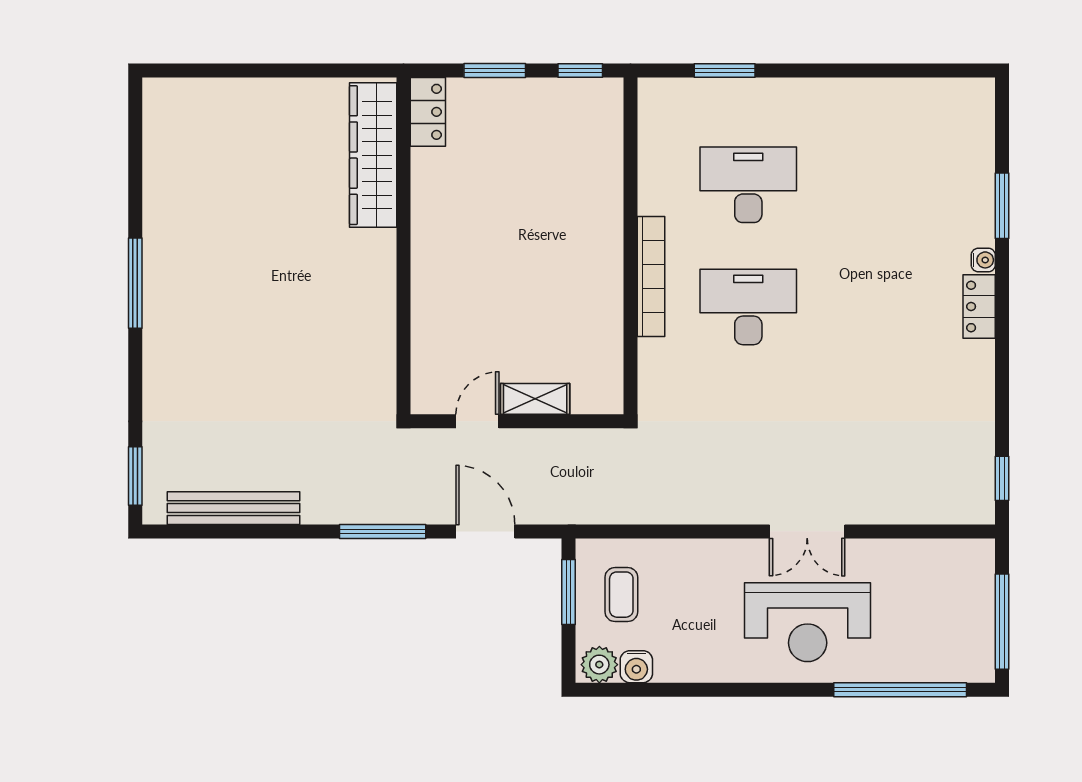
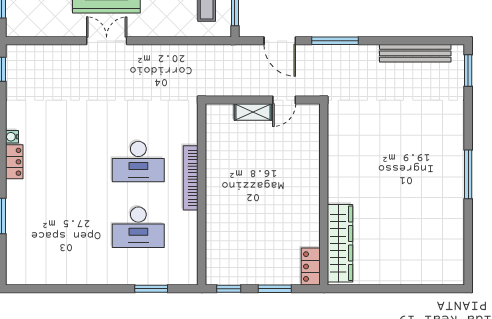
water cooler: (983, 260) -> (12, 137), moved

